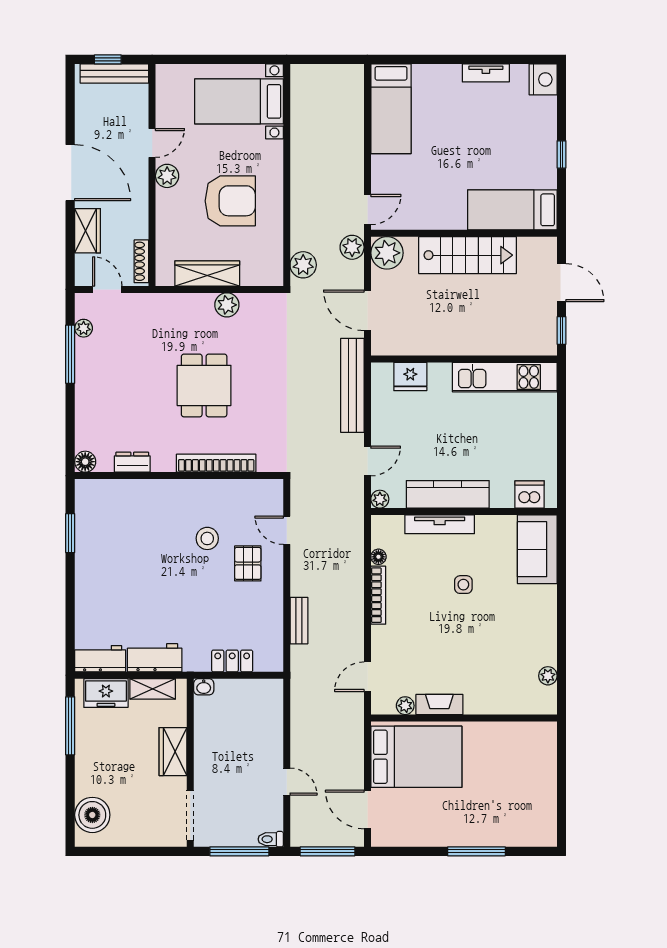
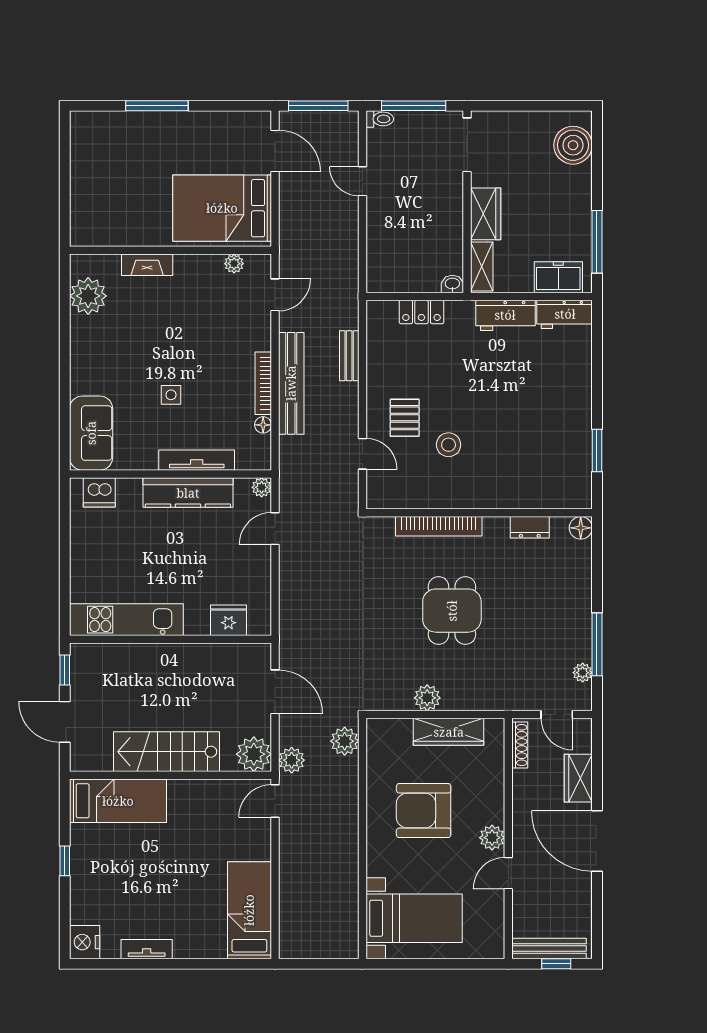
bench: (352, 385) -> (291, 383), moved
plant: (548, 676) -> (88, 296), width x1.87, depth x1.87
shelving: (153, 689) -> (482, 266), moved, turned 90
fireplace: (439, 704) -> (147, 265), moved

